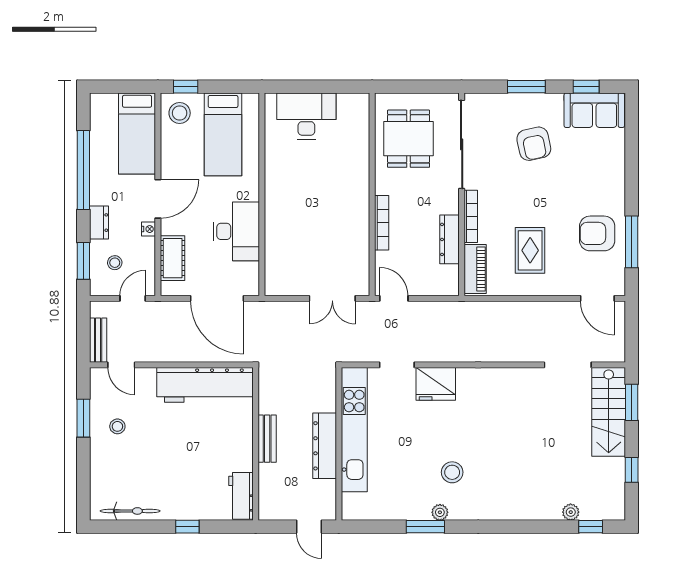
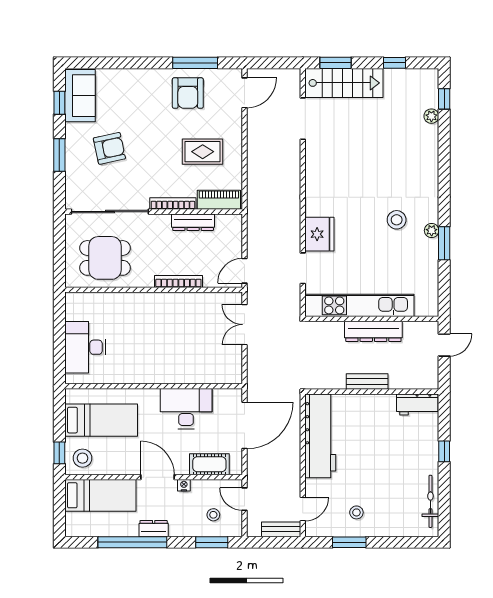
dresser: (99, 223) -> (154, 529), moved
double door: (332, 298) -> (244, 325), swing flipped

